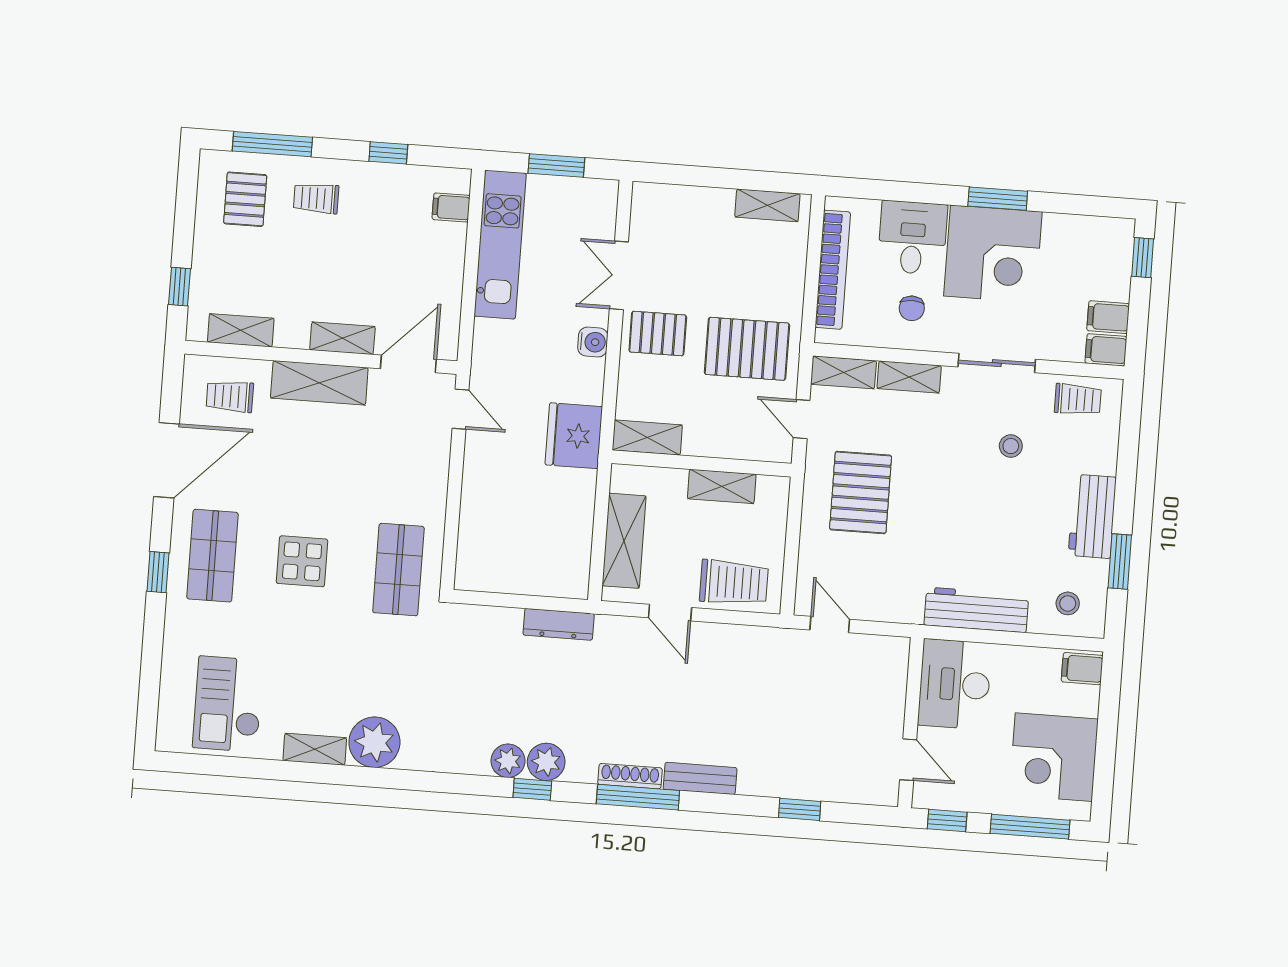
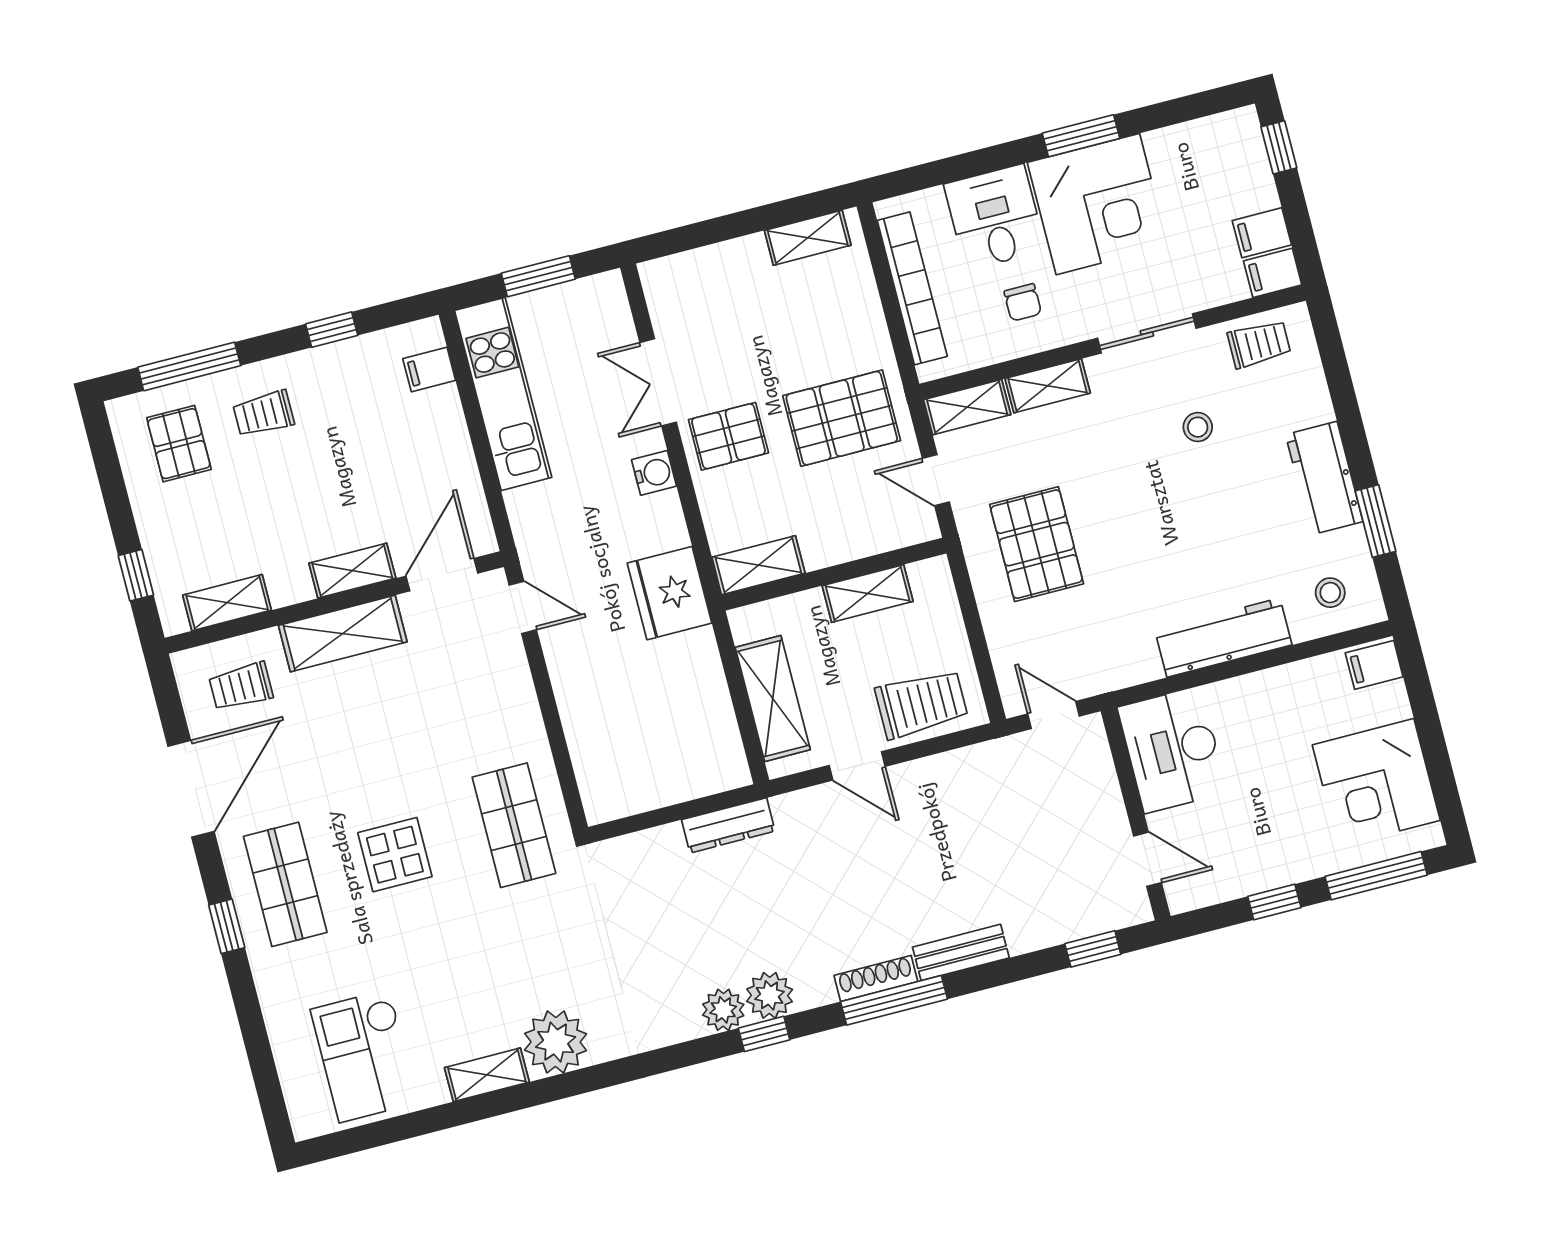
desk: (955, 684) -> (1172, 750), moved
wall: (911, 723) -> (1136, 814), moved
door: (908, 760) -> (1147, 859), moved

